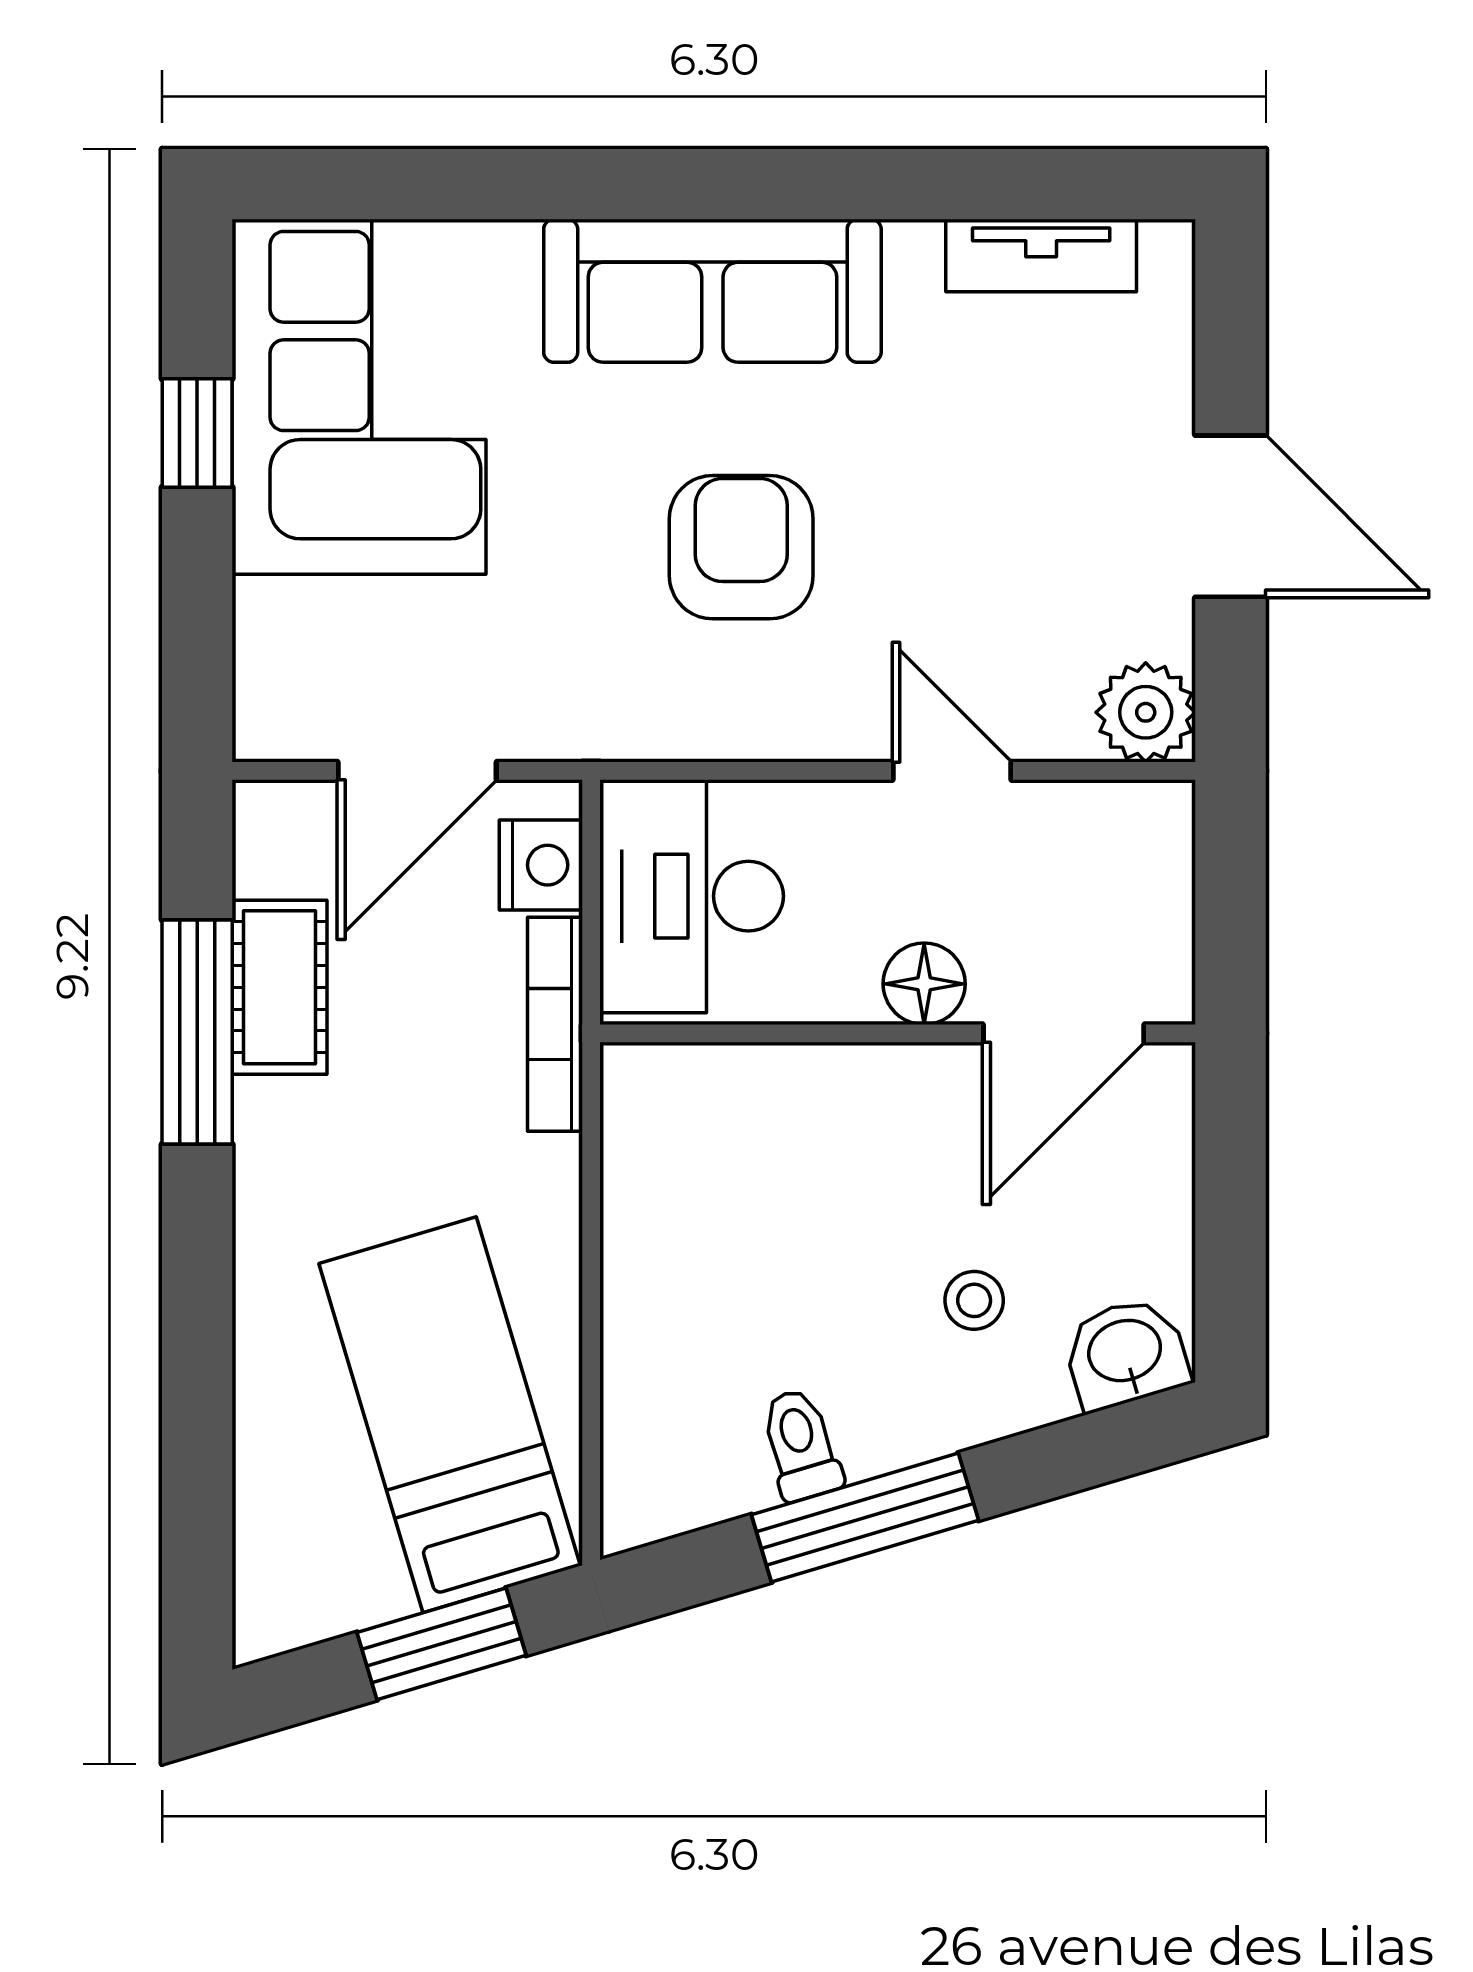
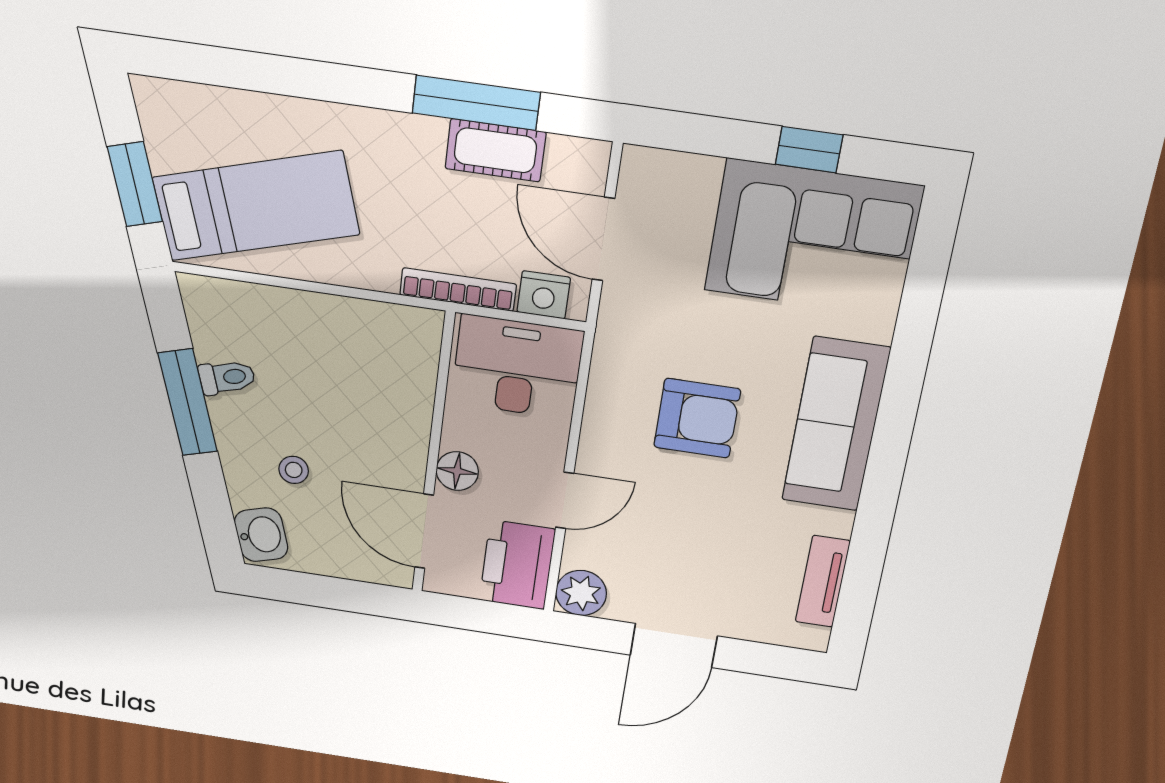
printer: (1106, 844) -> (517, 565), added

